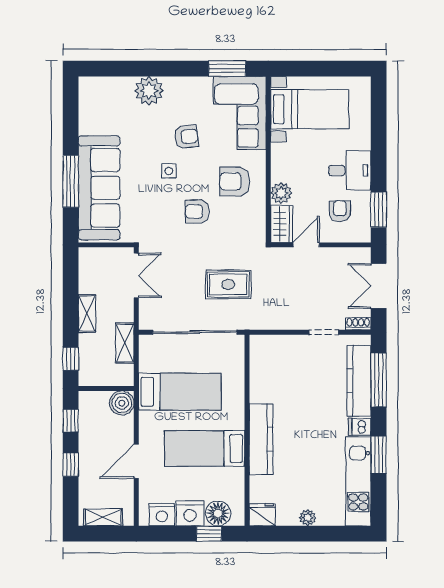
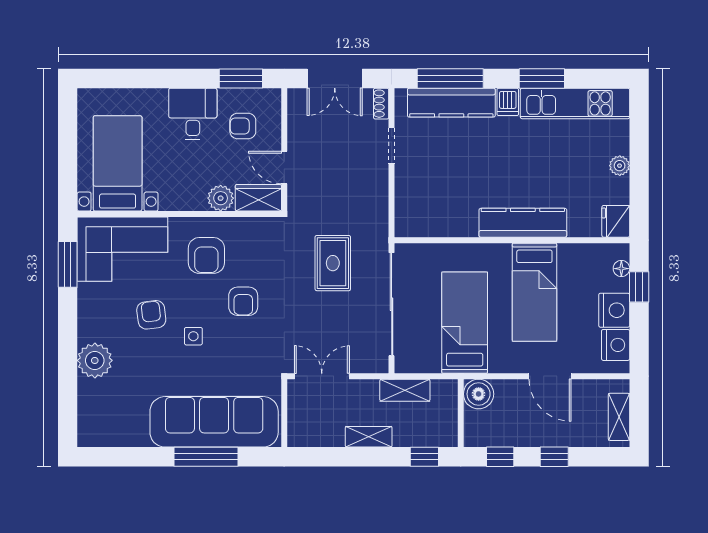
floor lamp: (218, 513) -> (621, 269), width x0.53, depth x0.53

